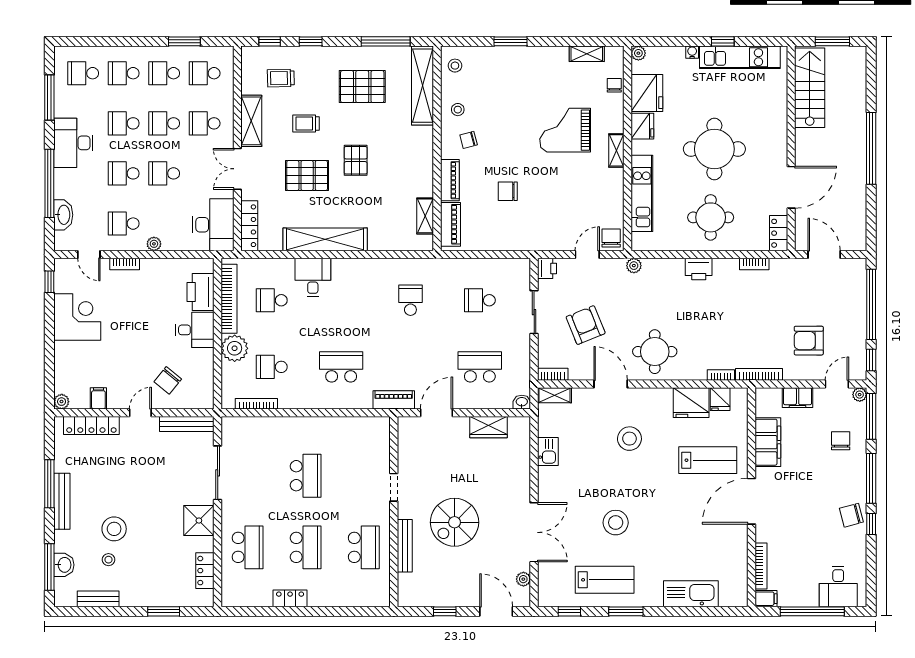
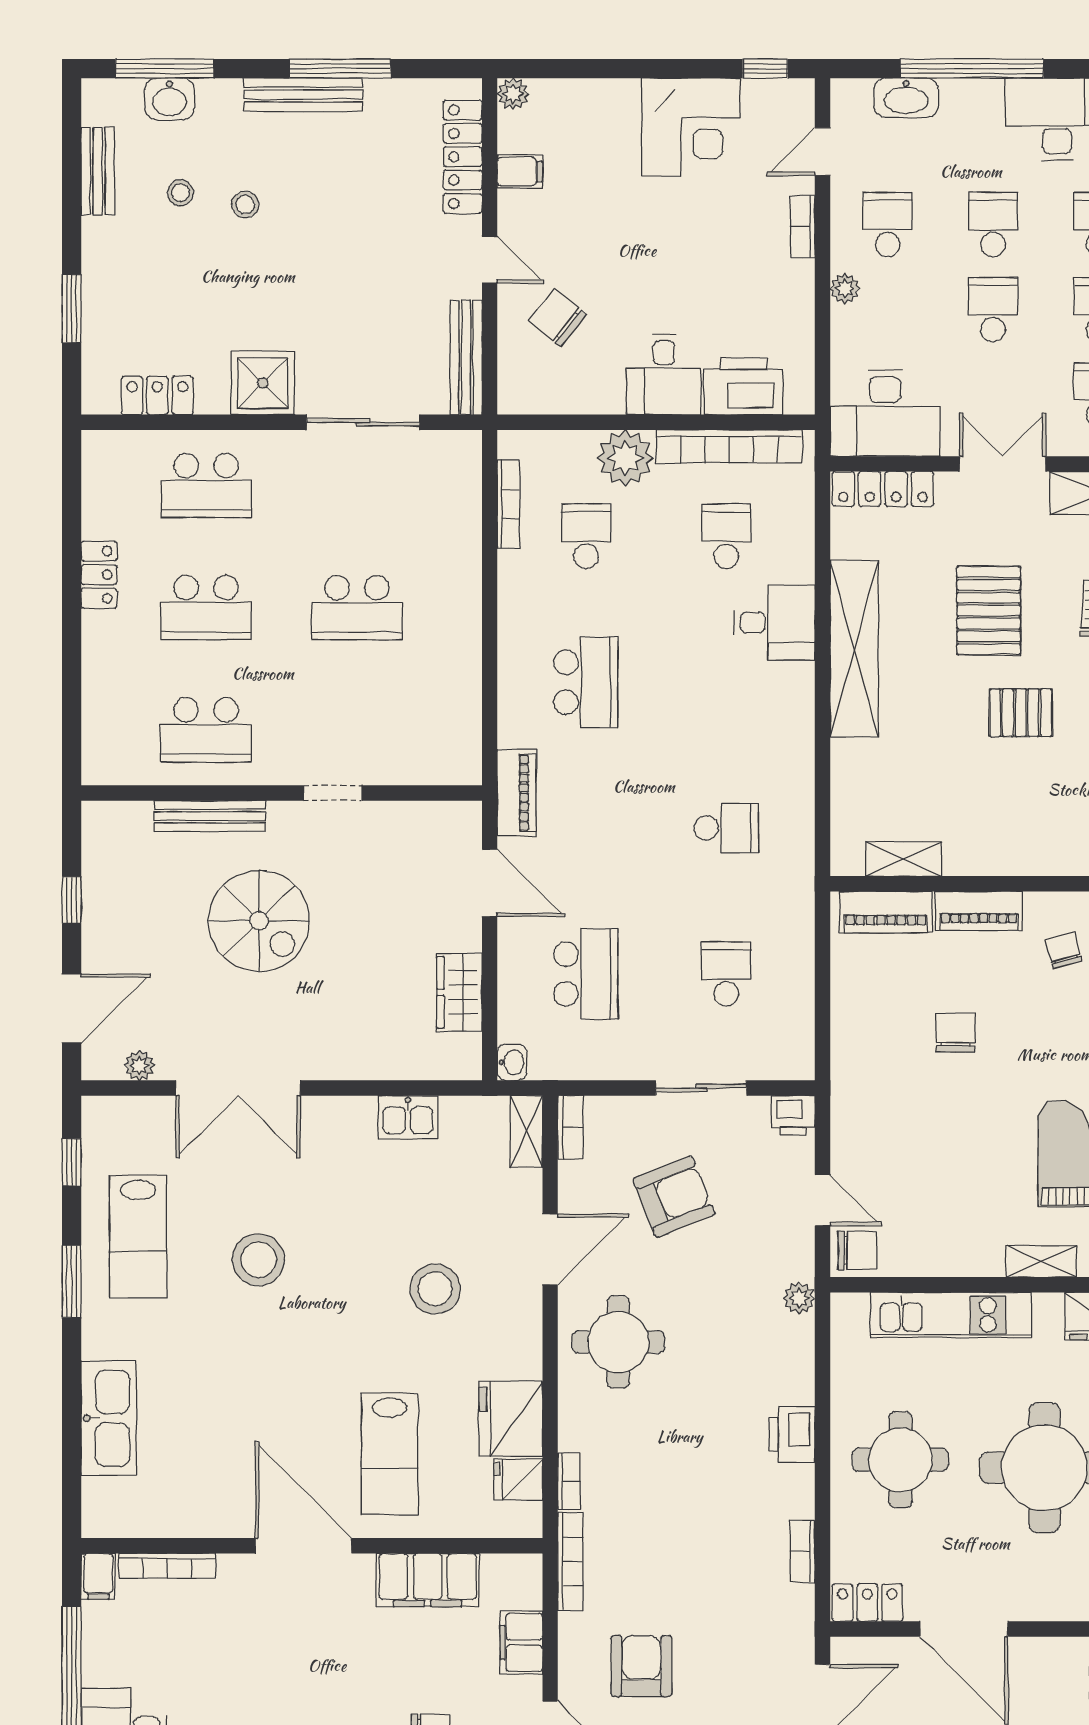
spiral stairs: (455, 522) -> (259, 921), turned 180
stool: (114, 529) -> (245, 204), width x0.53, depth x0.53

